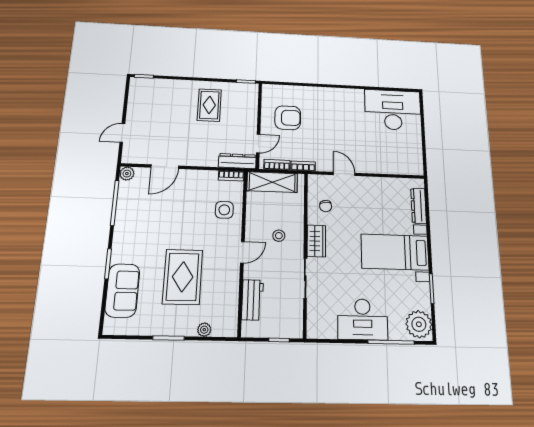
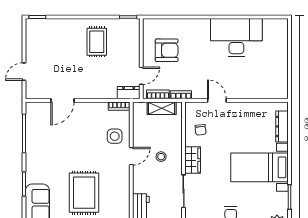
desk: (393, 110) -> (236, 38), moved
dresser: (237, 161) -> (129, 93), width x0.70
plant: (127, 174) -> (31, 108), removed
shelving: (272, 182) -> (162, 108), width x0.67, depth x0.75
door: (242, 252) -> (131, 156), moved

